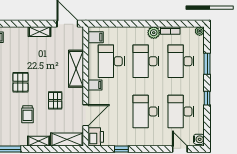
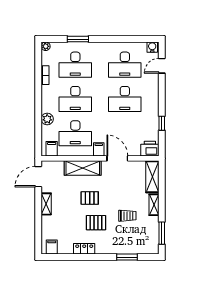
plant: (154, 33) -> (47, 119), moved
window: (207, 98) -> (112, 39), removed
pallet: (55, 100) -> (90, 198), moved
door: (86, 115) -> (117, 158), moved

